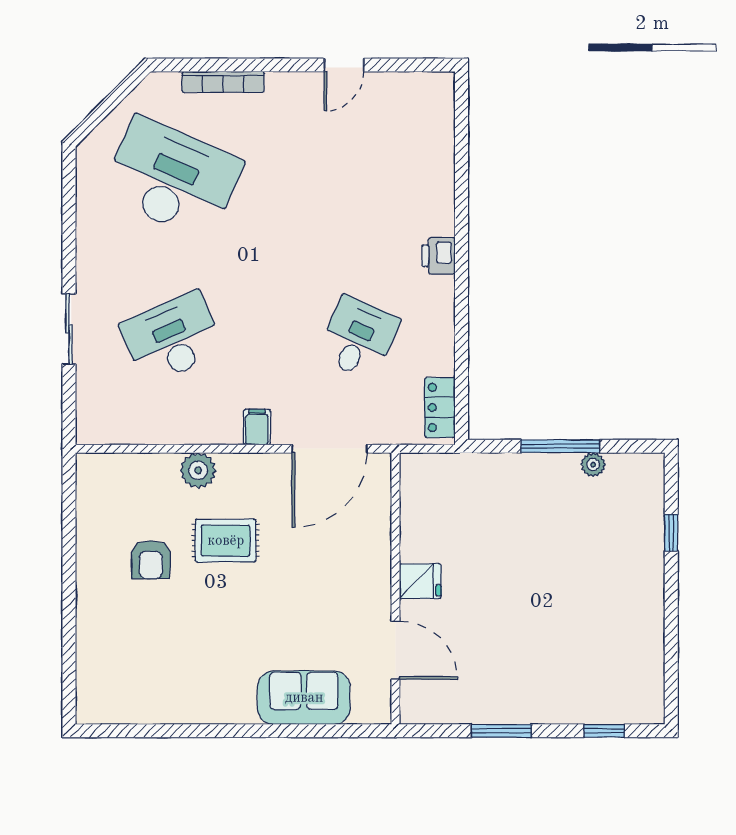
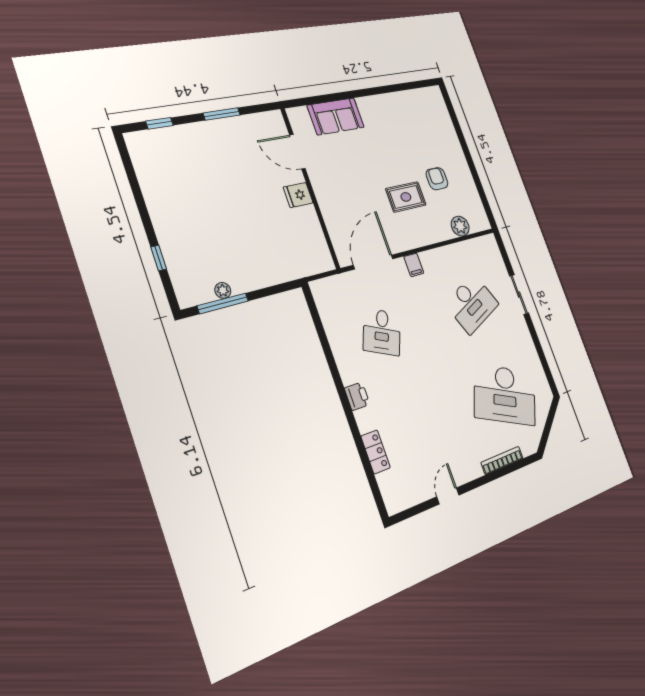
locker: (440, 407) -> (376, 452), moved
window: (560, 446) -> (223, 303), moved
plant: (198, 470) -> (460, 226), moved

